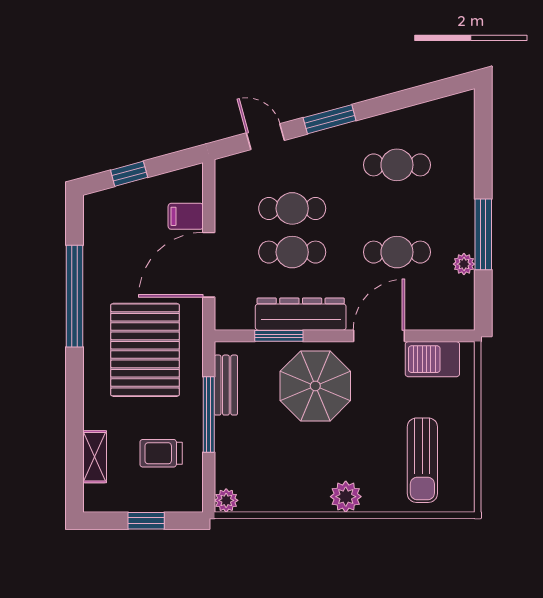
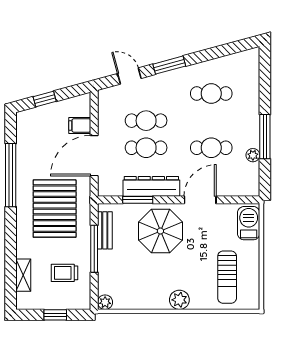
barbecue: (432, 359) -> (249, 223), moved, turned 90

